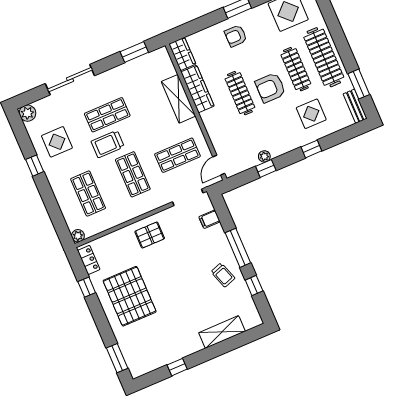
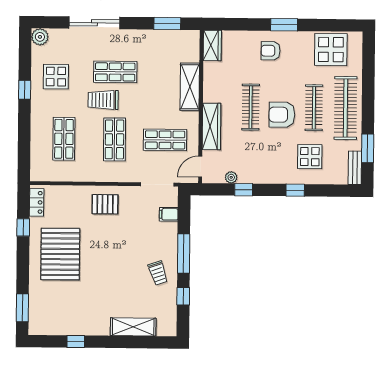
wardrobe: (197, 89) -> (211, 126), moved
plant: (264, 156) -> (231, 177), moved
plant: (78, 236) -> (36, 175), removed

